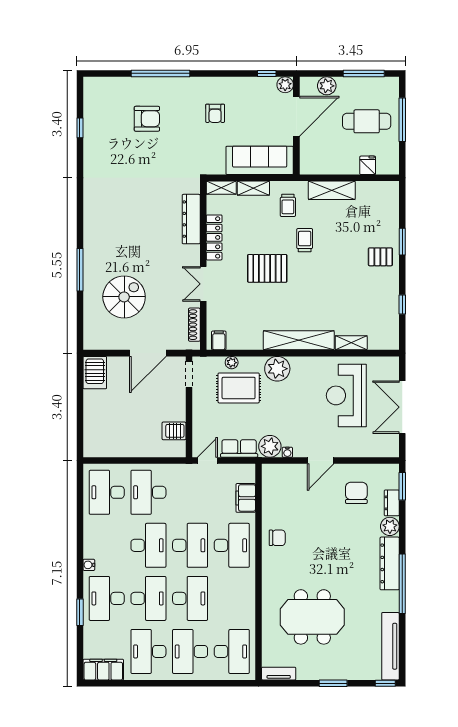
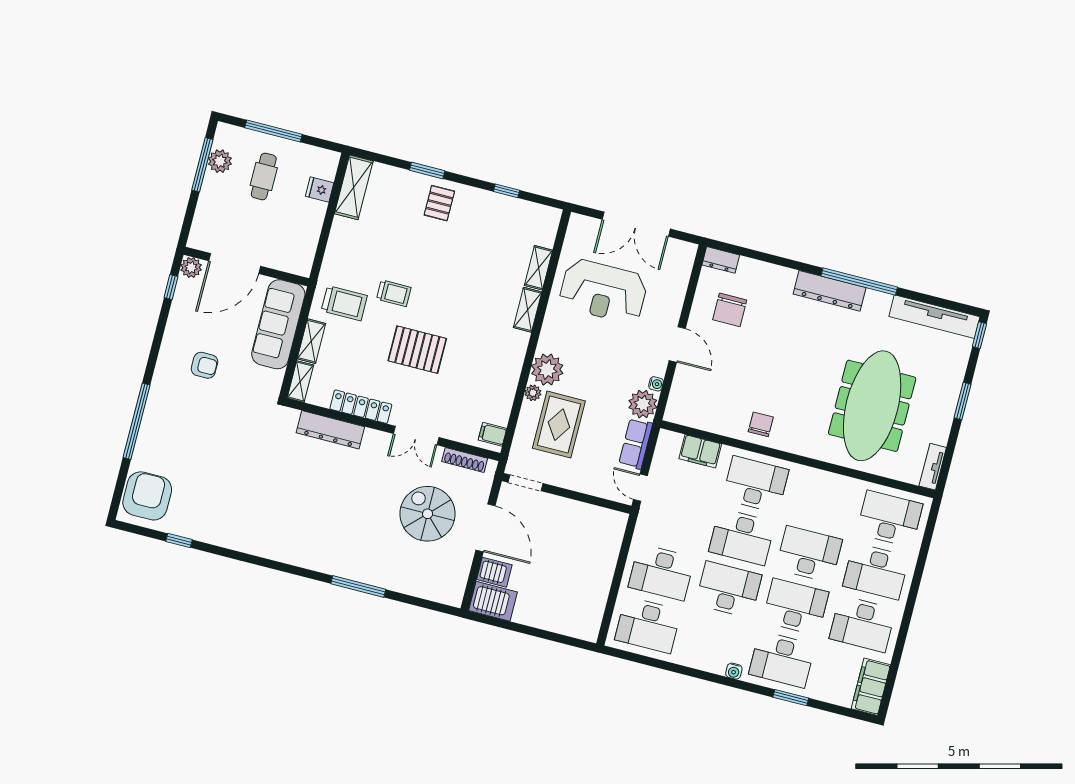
plant: (327, 86) -> (220, 161), moved
door: (296, 116) -> (235, 264), swing flipped
armchair: (147, 119) -> (147, 496), moved, width x1.36, depth x1.36
cafe table: (367, 121) -> (264, 176), width x0.73, depth x0.74
shelving: (332, 190) -> (354, 187), moved
trolley: (288, 205) -> (344, 303), width x1.36, depth x1.39
trolley: (305, 240) -> (394, 293), turned 180
pallet: (267, 268) -> (417, 350), turned 90
spiral stairs: (124, 297) -> (428, 514), moved
shelving: (299, 340) -> (528, 310), width x0.45, depth x0.75
plant: (232, 363) -> (533, 393), moved
server rack: (174, 431) -> (494, 572), moved, turned -90
window: (402, 486) -> (736, 250), removed
chair: (356, 493) -> (730, 310), turned -90
dresser: (392, 503) -> (721, 260), moved
plant: (390, 526) -> (783, 279), removed
desk: (190, 545) -> (742, 537), turned 180
meeting table: (312, 617) -> (872, 406), width x1.36

